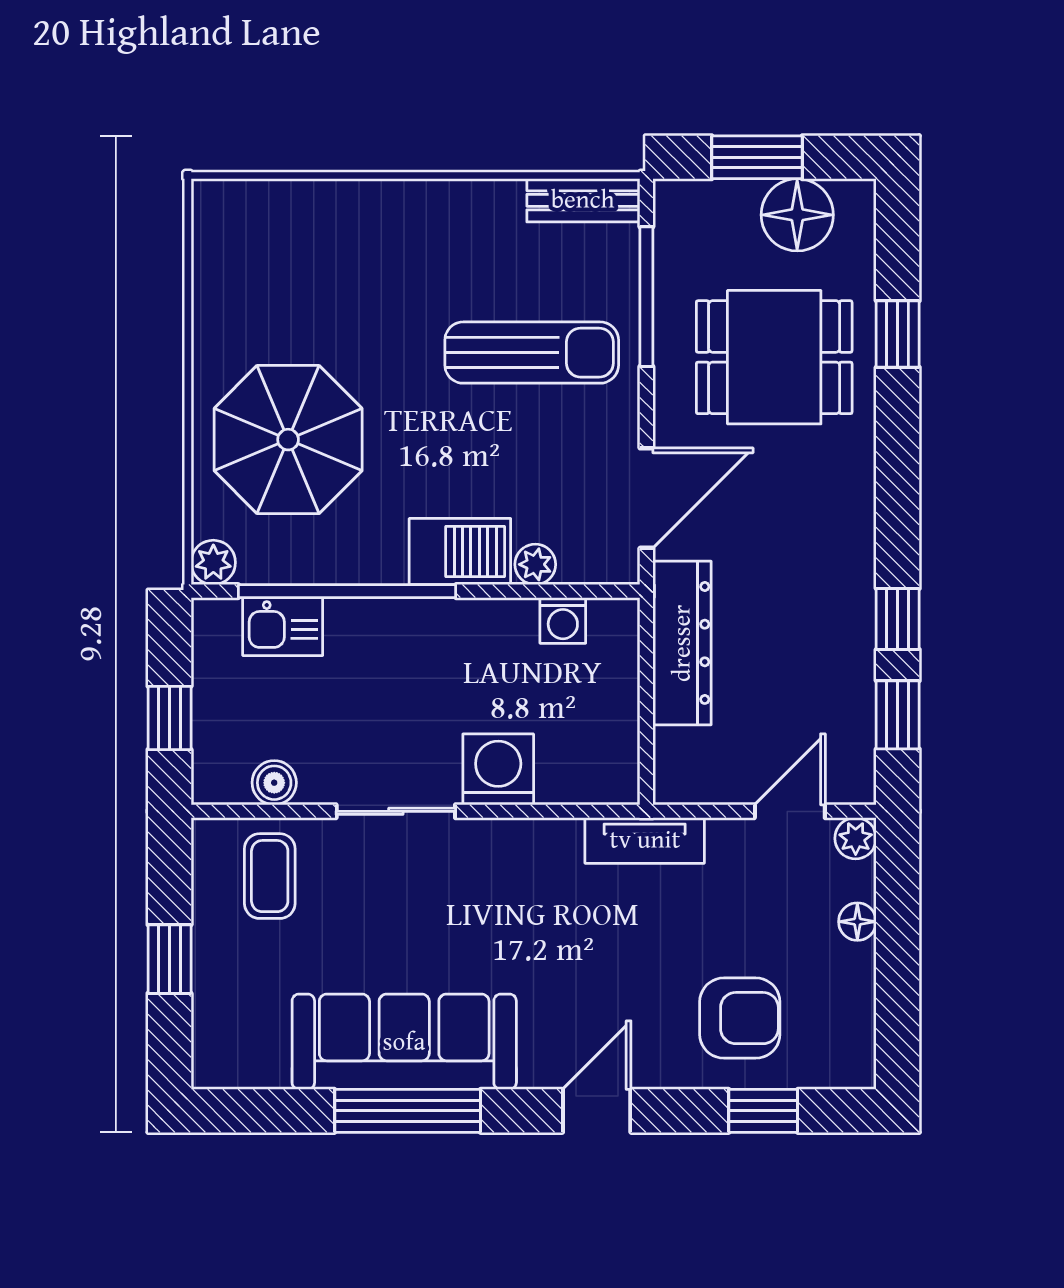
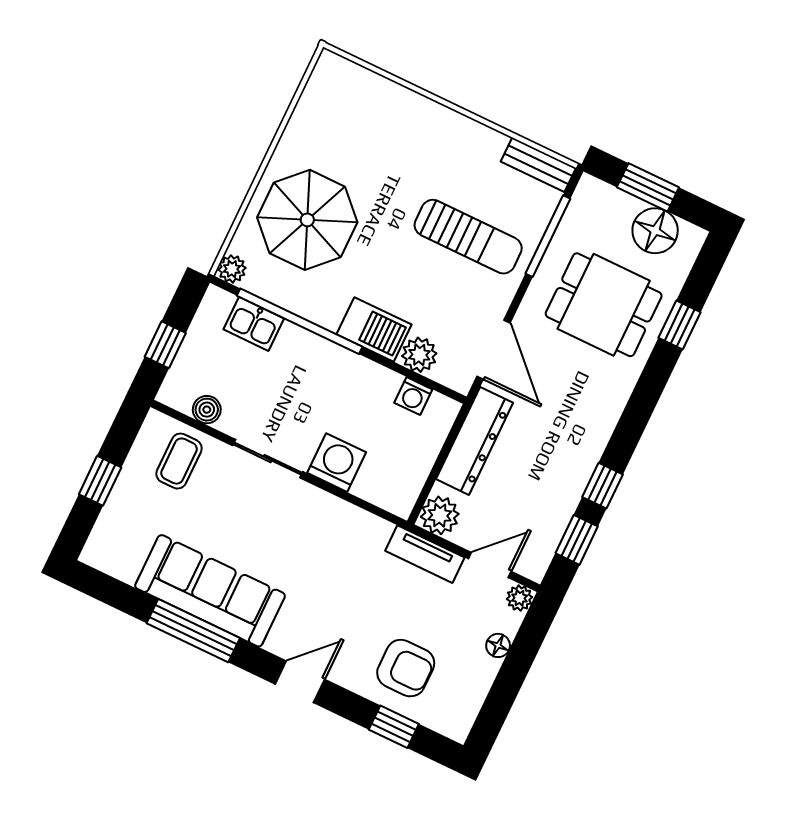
door: (646, 498) -> (494, 350), hinge flipped
plant: (535, 564) -> (419, 355), width x1.38, depth x1.38
plant: (683, 774) -> (440, 515), added
tv unit: (645, 840) -> (425, 554), moved

